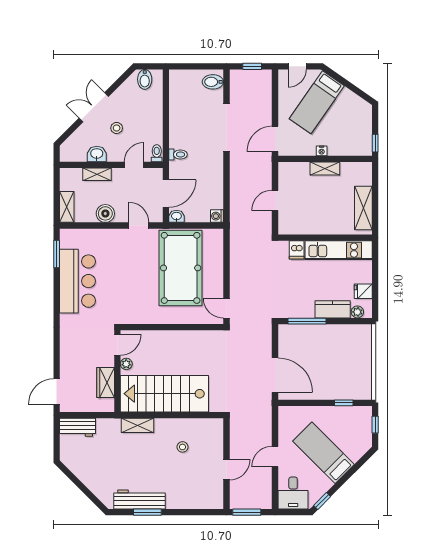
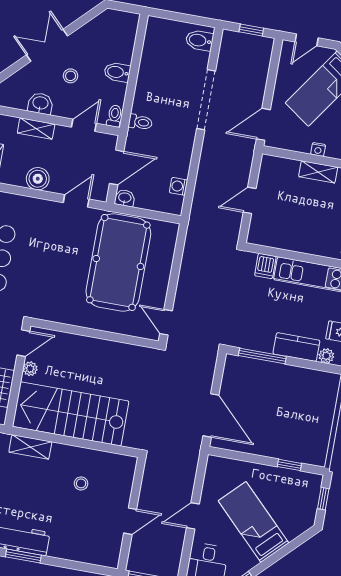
bidet: (145, 79) -> (117, 72), moved, turned 90
washing machine: (217, 216) -> (179, 186), moved
door: (139, 226) -> (76, 201), hinge flipped

